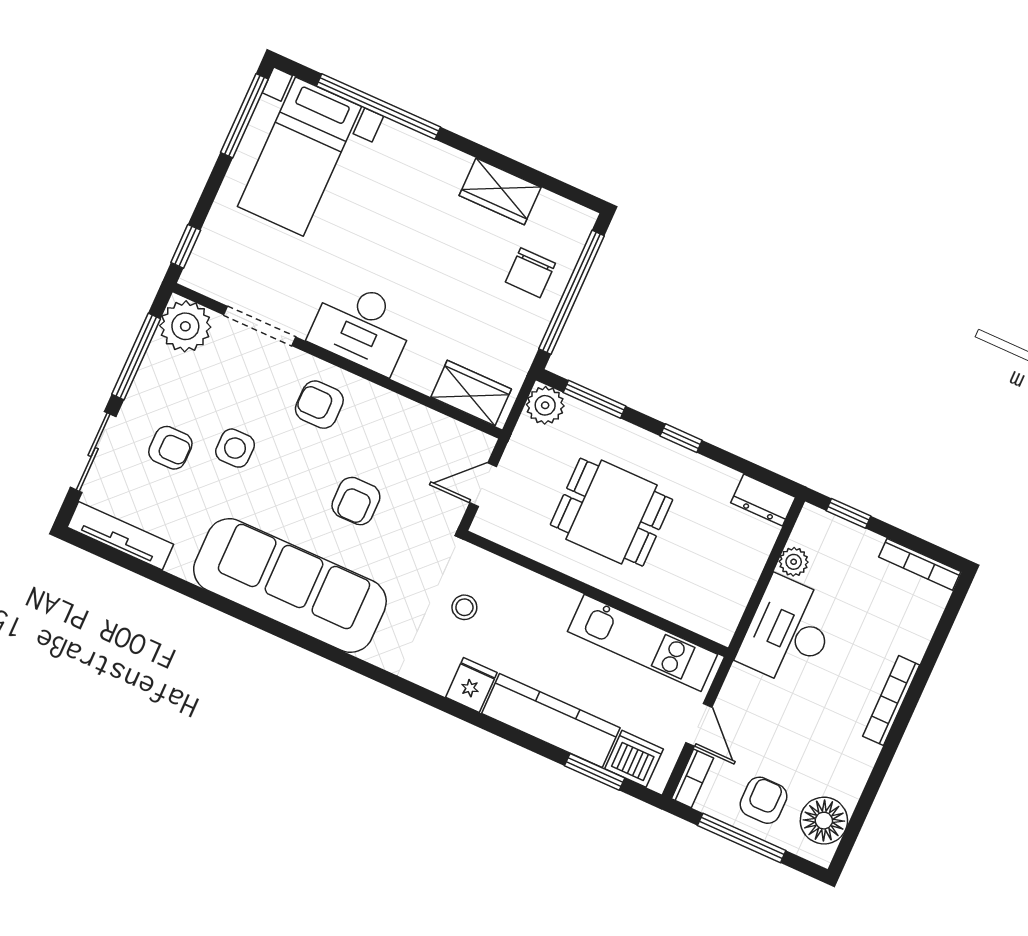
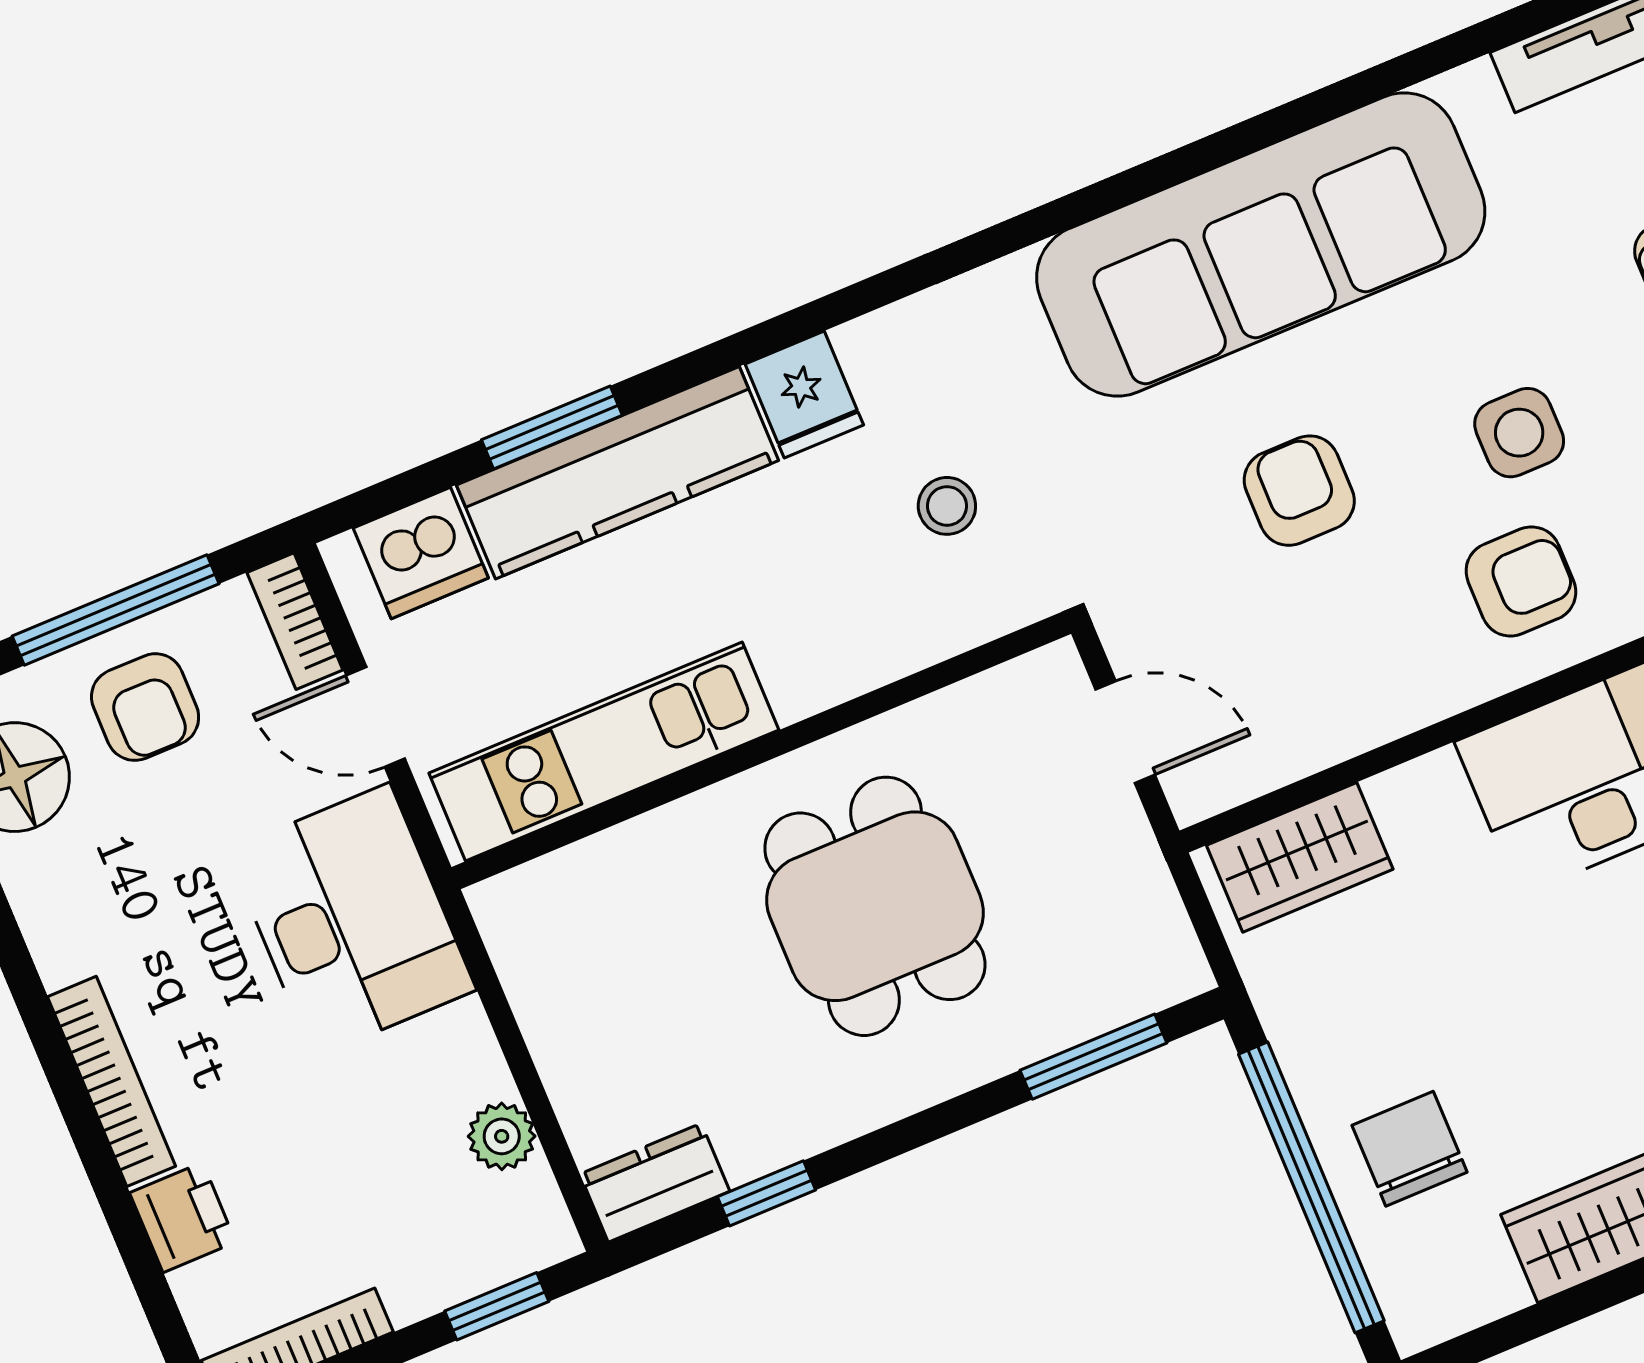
plant: (545, 405) -> (1161, 963), removed
window: (681, 438) -> (766, 1193), moved
side table: (235, 448) -> (1519, 433), moved
door: (483, 485) -> (1125, 732), hinge flipped
dining table: (611, 512) -> (875, 906), turned 90
desk: (788, 632) -> (351, 920), moved
printer: (913, 638) -> (183, 1217), added
window: (595, 772) -> (552, 427), moved

